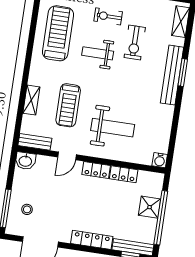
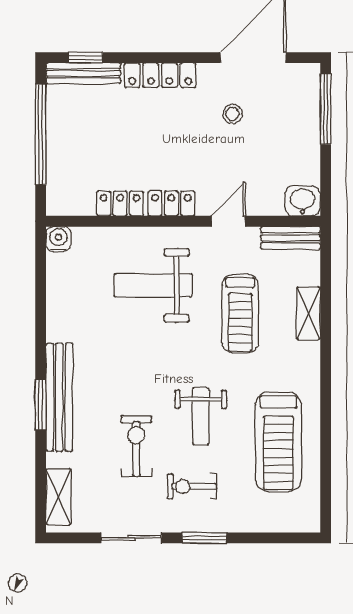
exercise bike: (108, 16) -> (192, 486), turned 180
weight bench: (98, 53) -> (201, 416), turned 90
treadmill: (68, 105) -> (240, 314), turned 180
shower: (150, 207) -> (64, 151), removed
stool: (27, 209) -> (232, 114), moved

